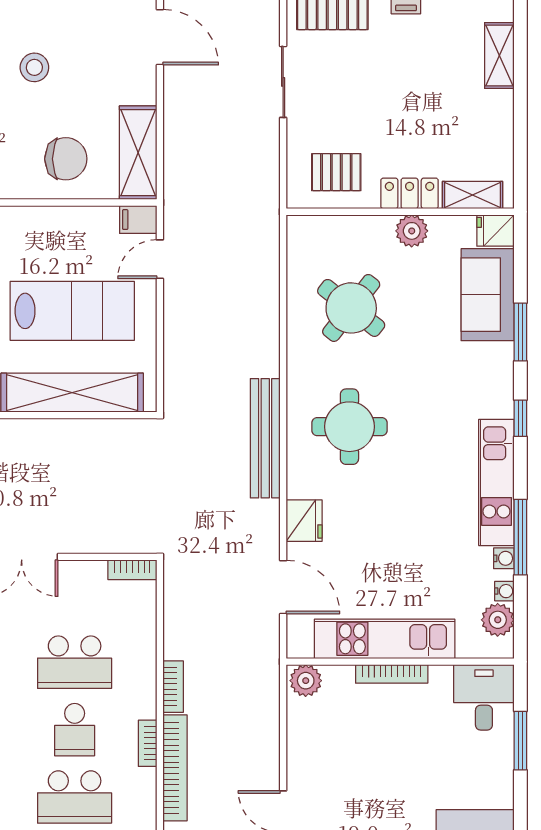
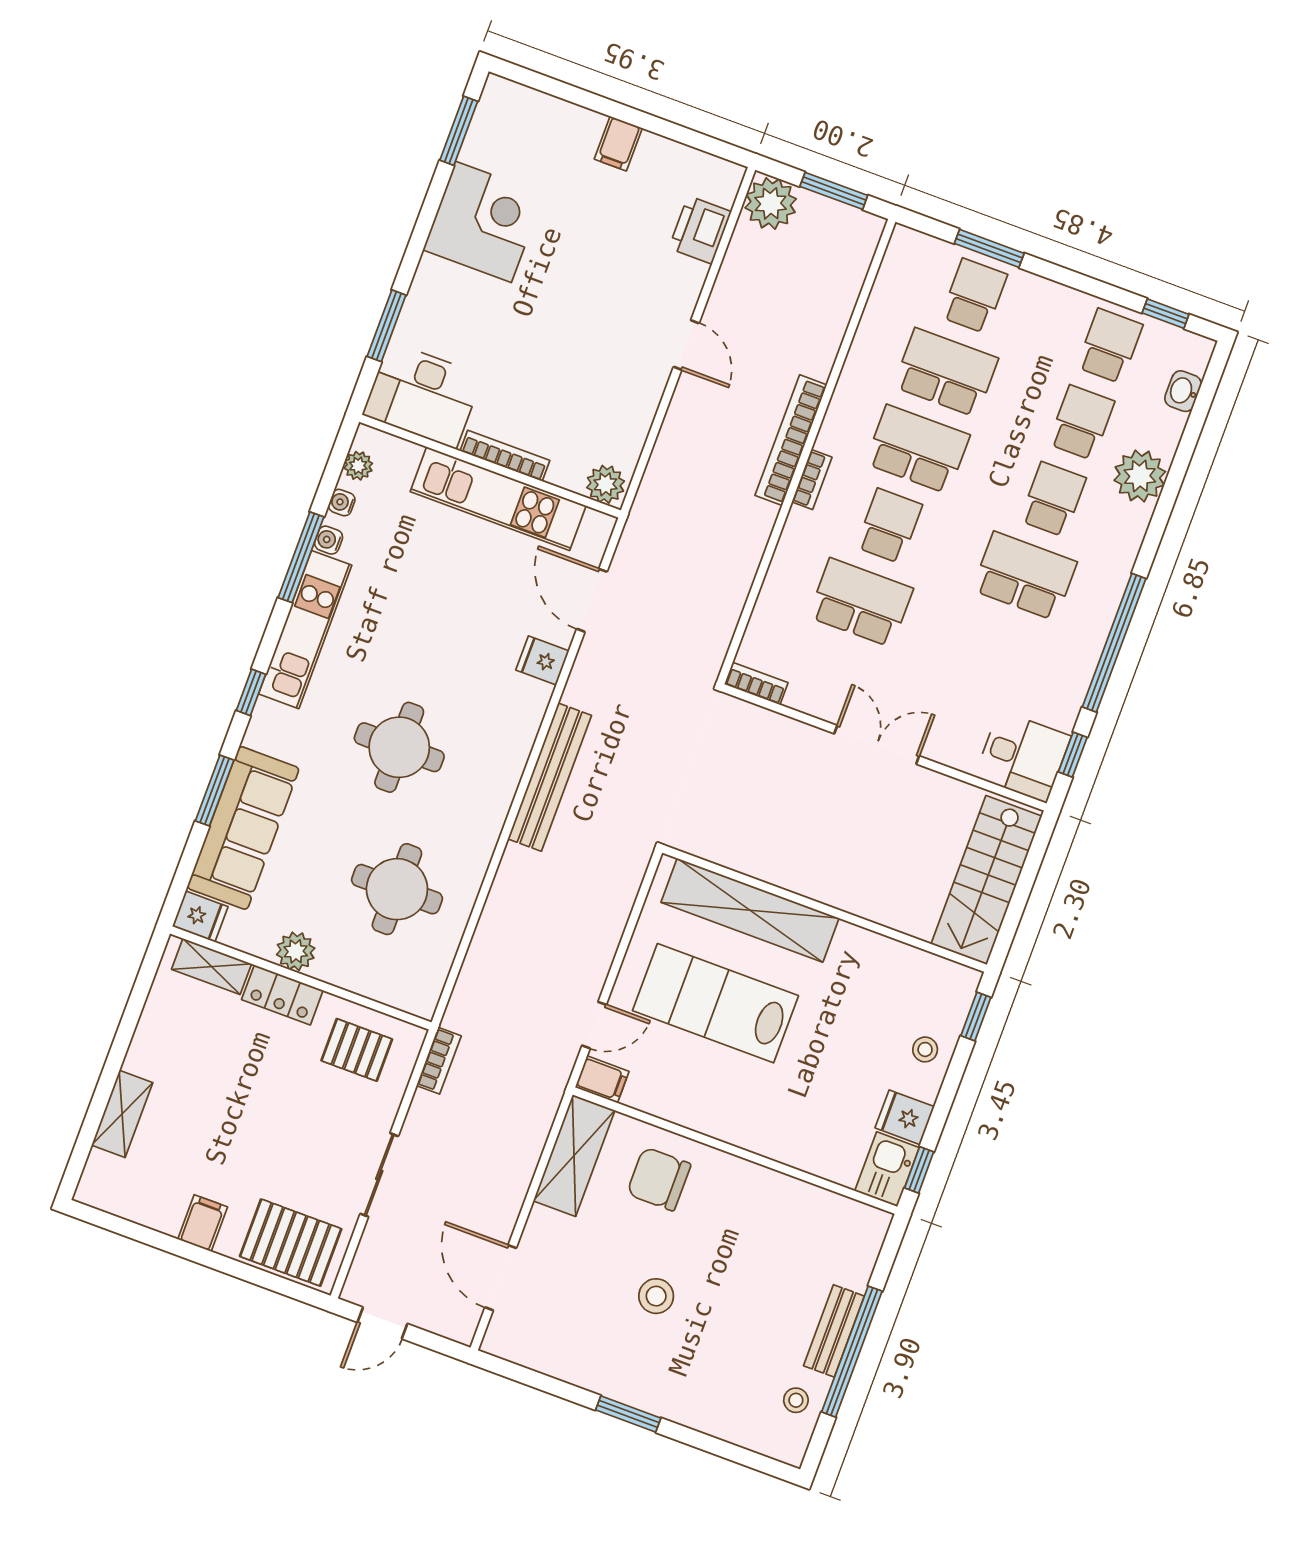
sofa: (488, 295) -> (243, 828), width x1.36
round table: (351, 308) -> (397, 889), turned -38
round table: (349, 427) -> (399, 747), moved
fridge: (304, 521) -> (542, 660), width x0.72
plant: (498, 620) -> (358, 466), width x0.73, depth x0.73
bookcase: (173, 687) -> (439, 1061), moved, turned 180
desk: (484, 697) -> (423, 395), width x1.37

